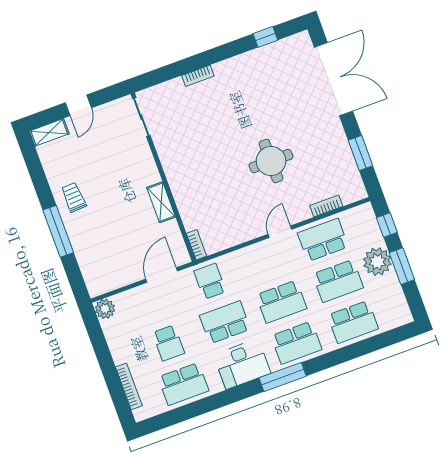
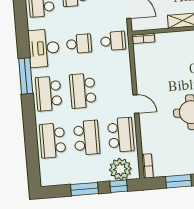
bookcase: (326, 206) -> (147, 166), moved
plant: (377, 262) -> (120, 169), moved
school desk: (338, 281) -> (87, 138), turned 180
school desk: (225, 322) -> (79, 44), width x0.54

